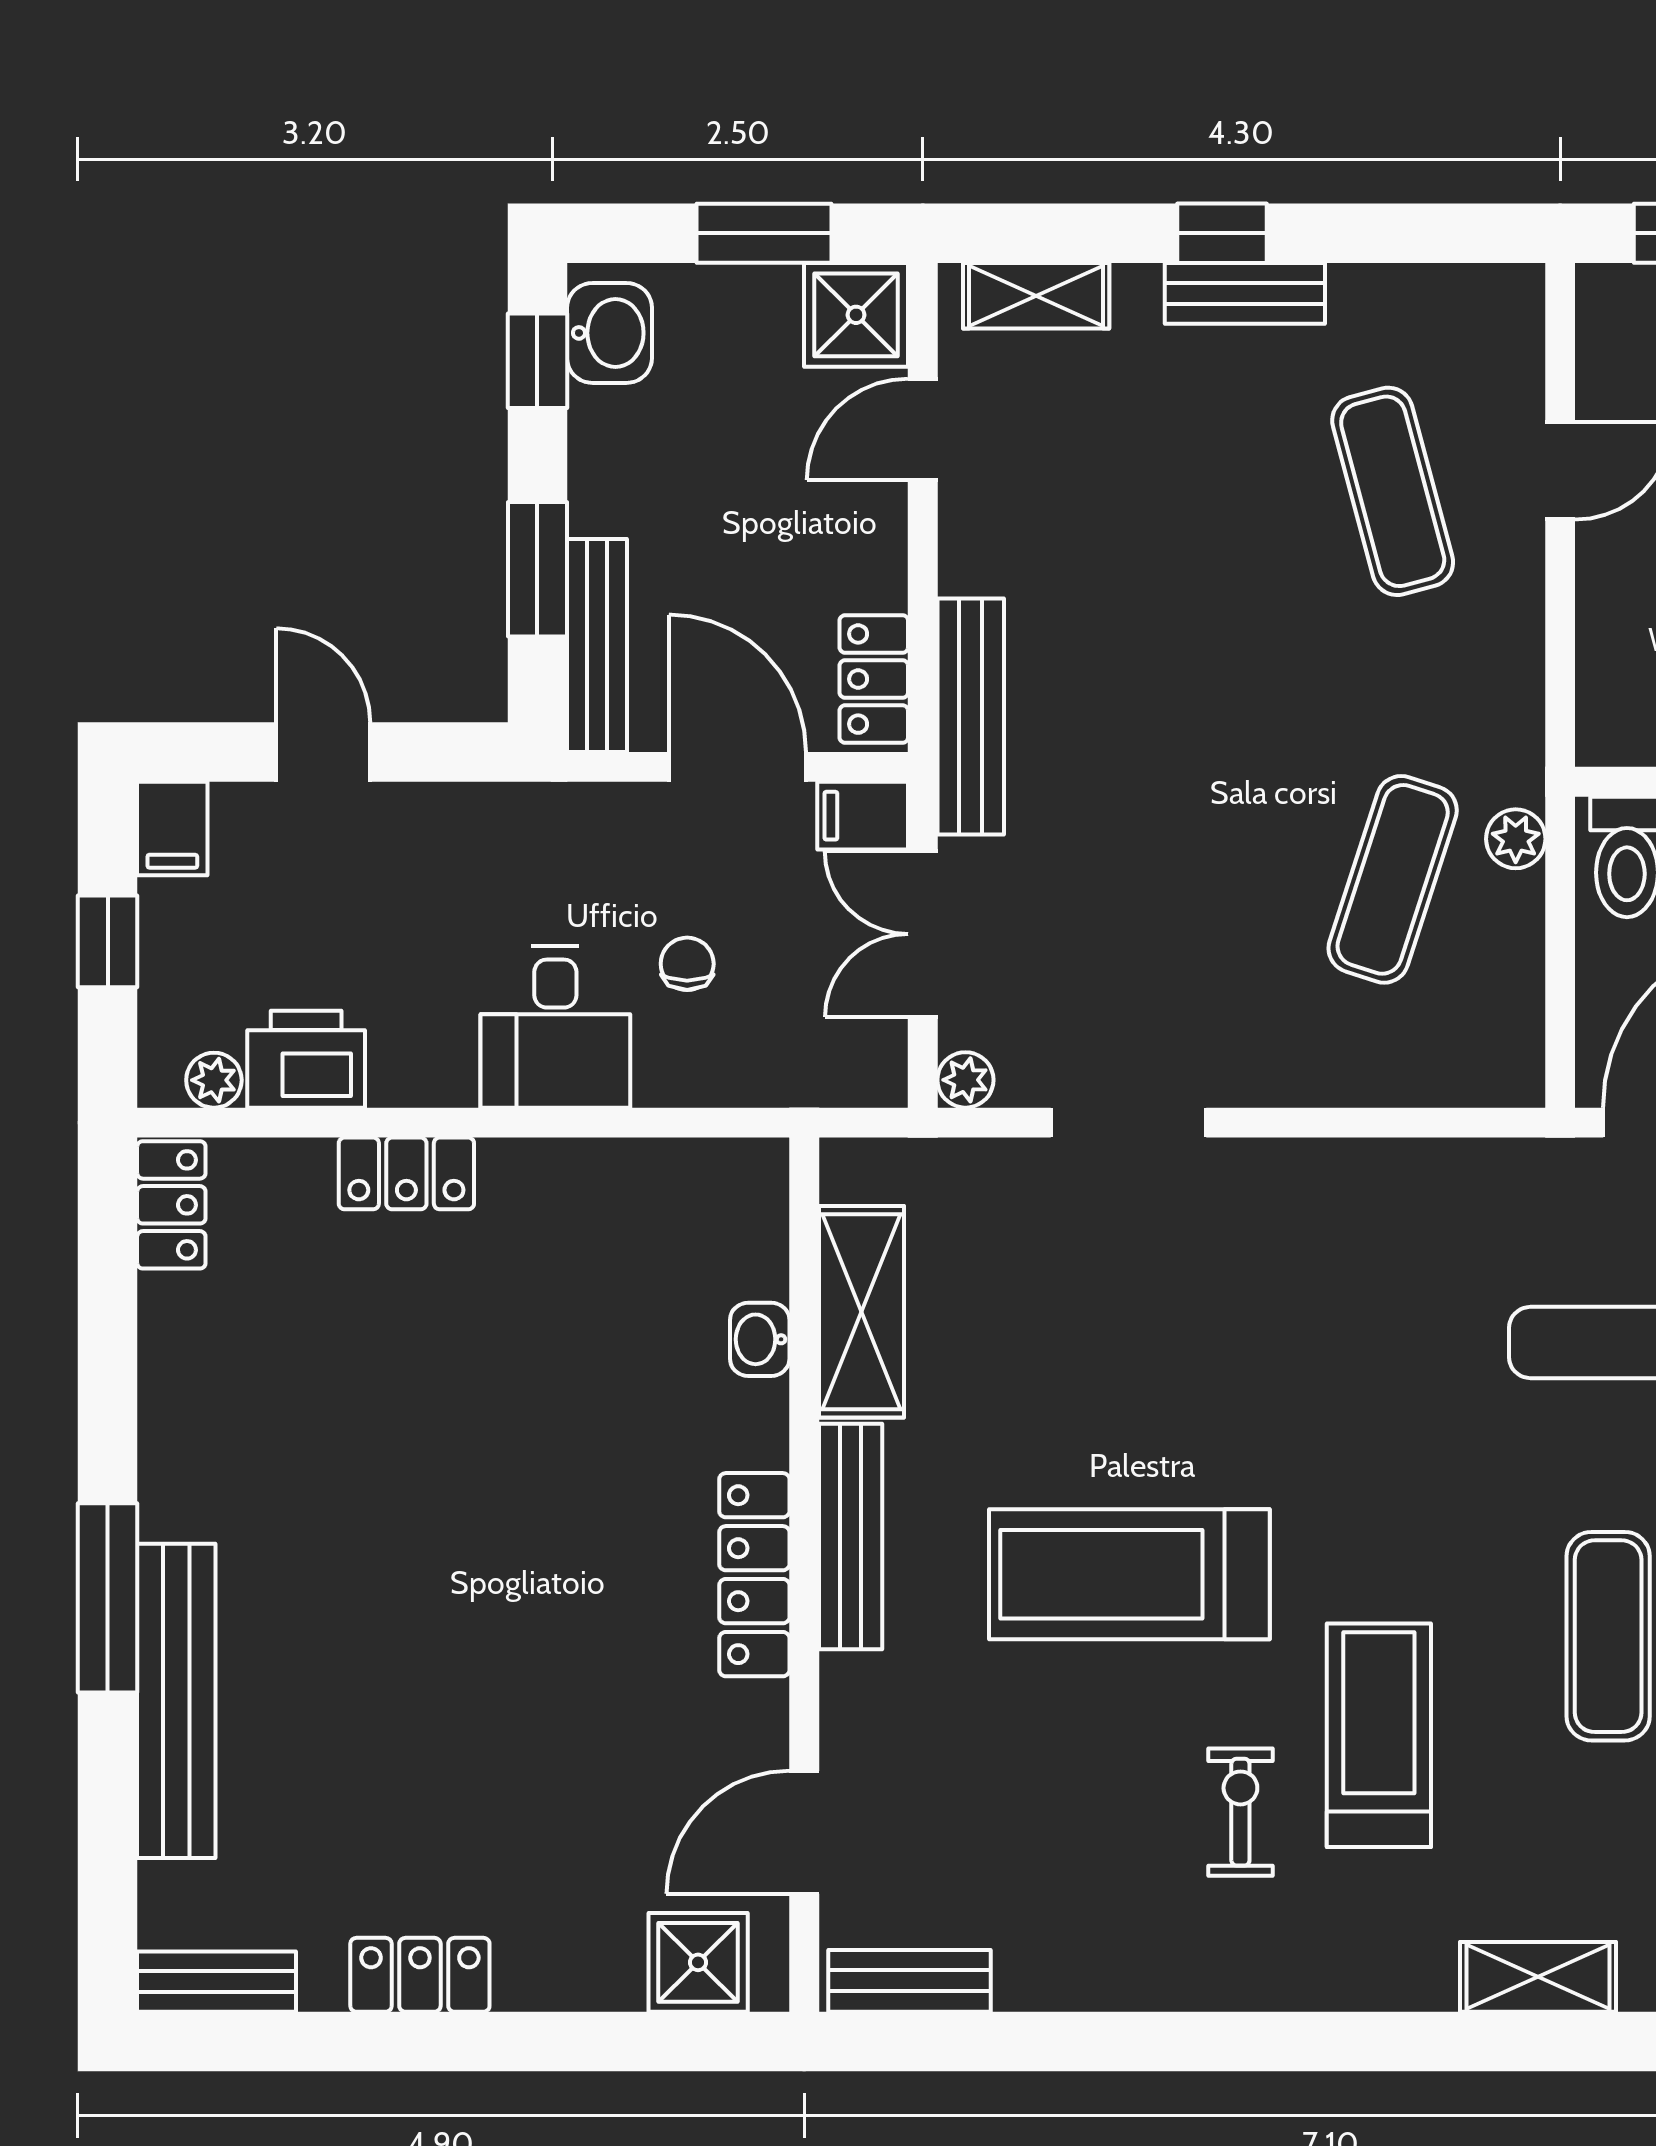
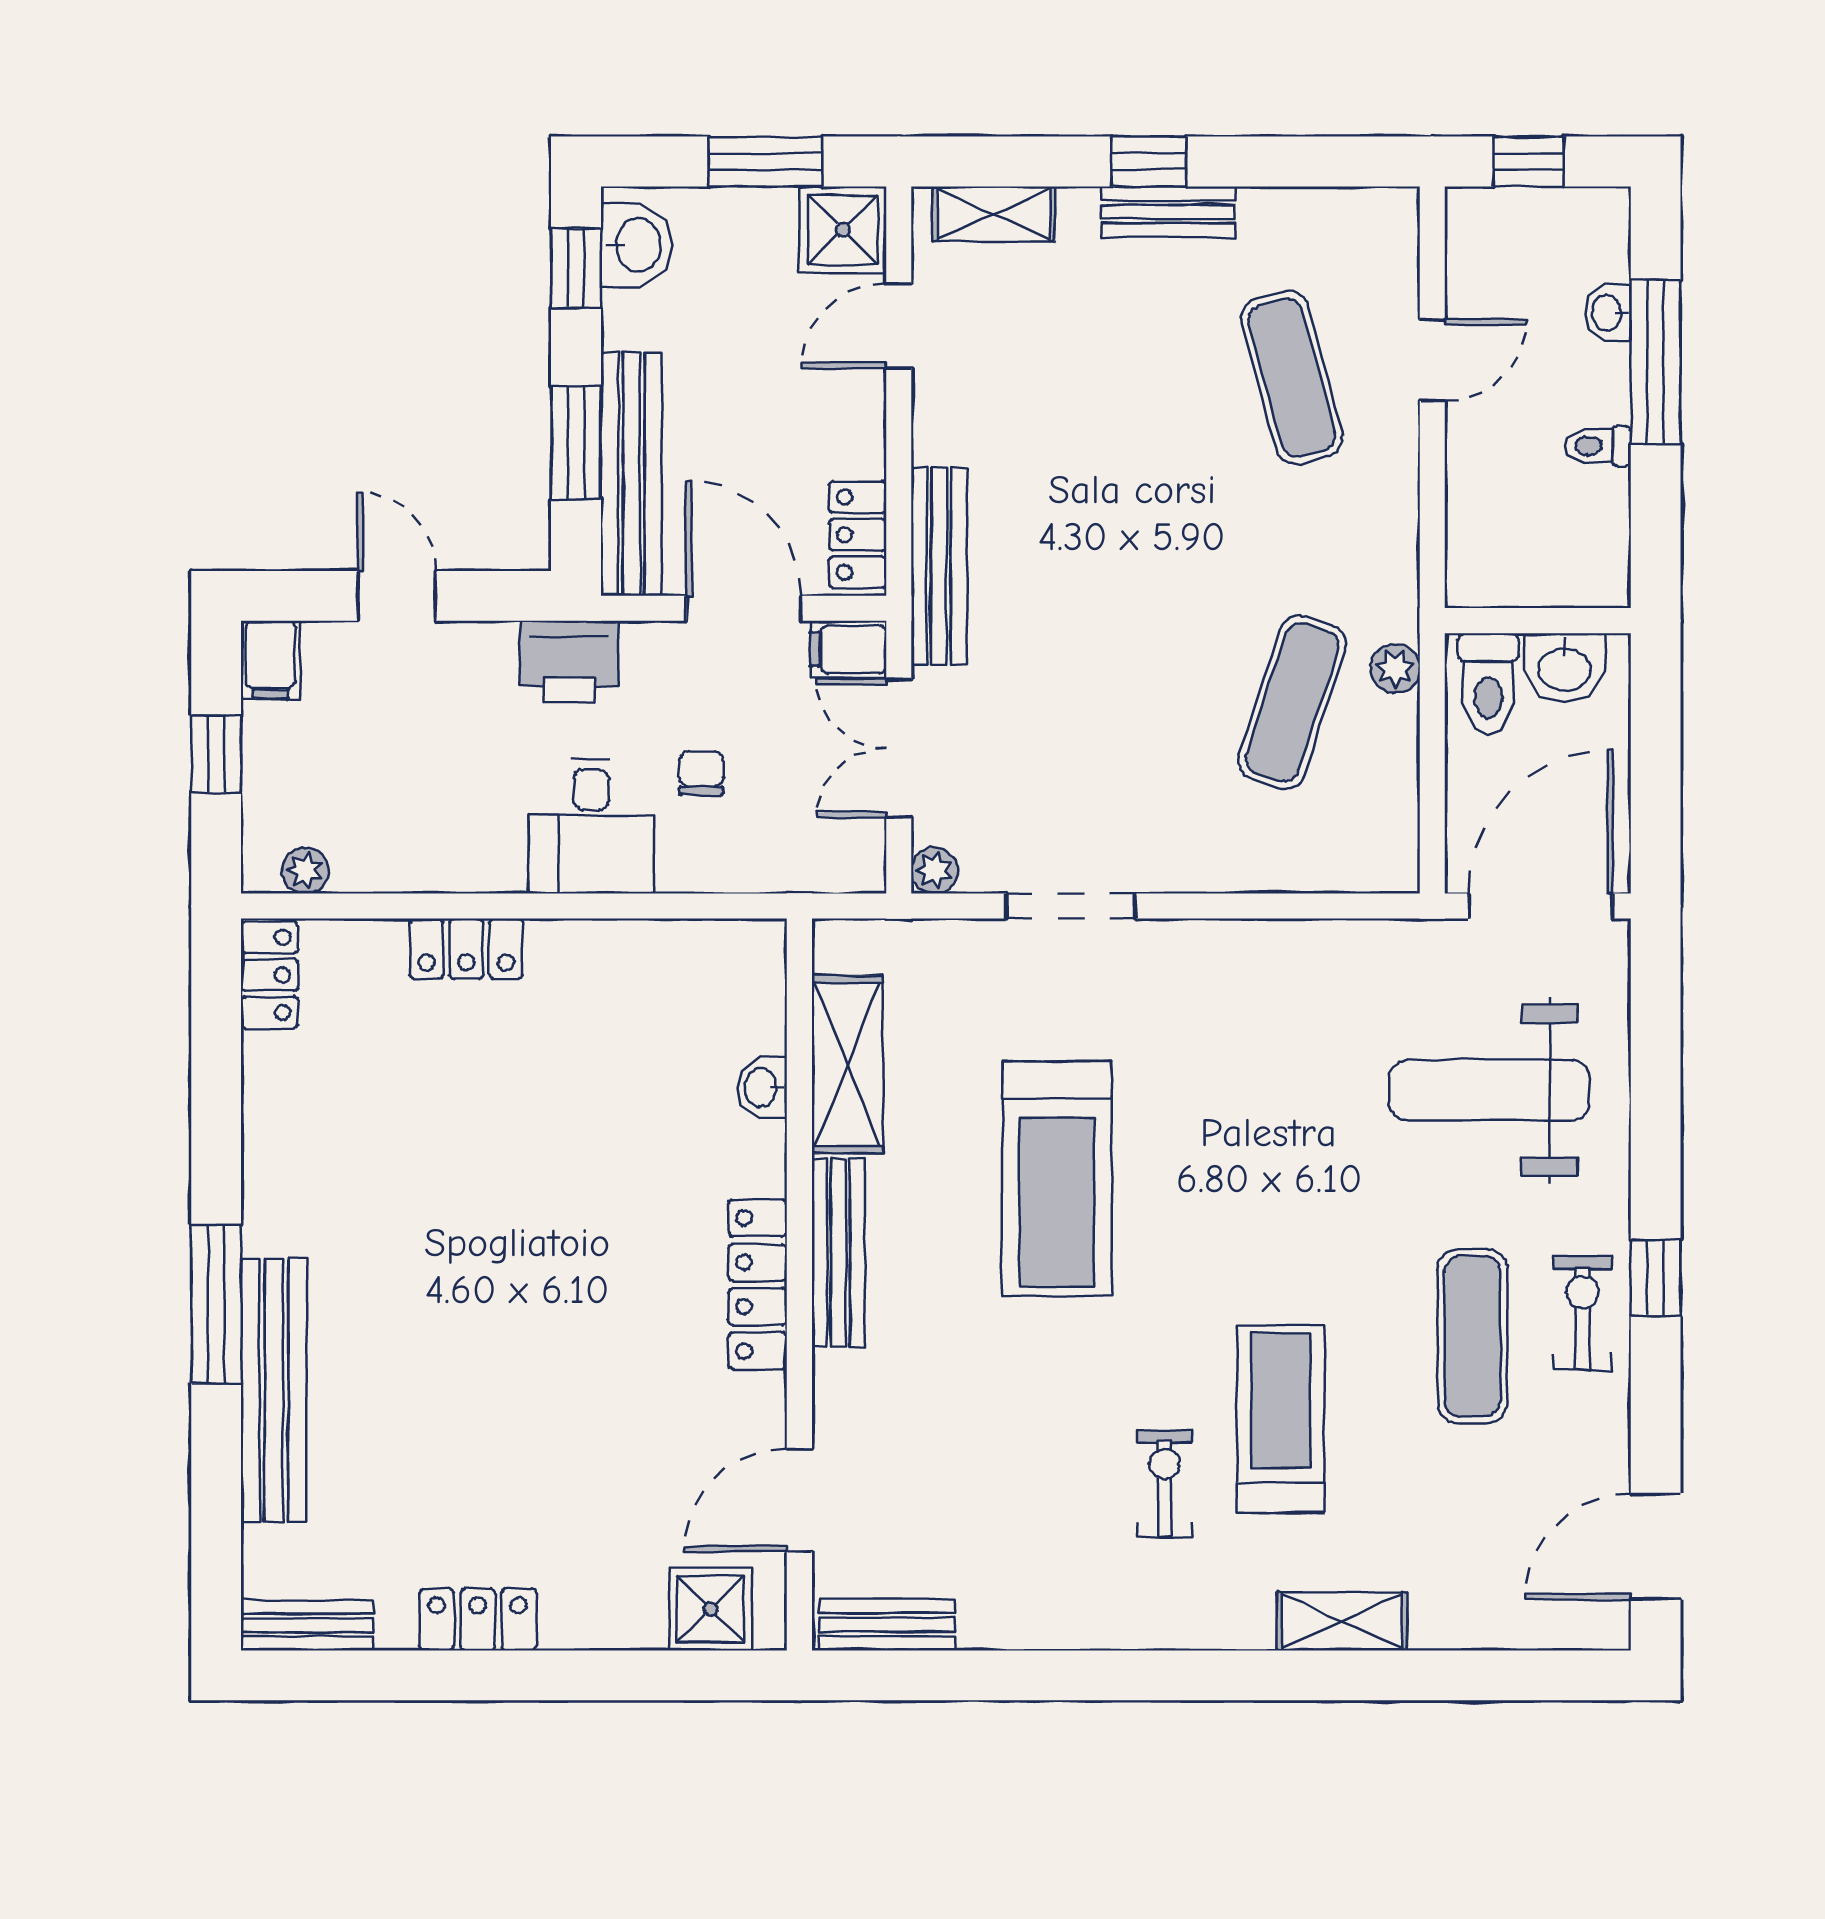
bench: (597, 645) -> (631, 474), width x1.37, depth x1.21
printer: (306, 1059) -> (569, 661), moved, turned 180
treadmill: (1129, 1574) -> (1057, 1179), moved, turned -90
shelving: (1538, 1977) -> (1342, 1621), moved

